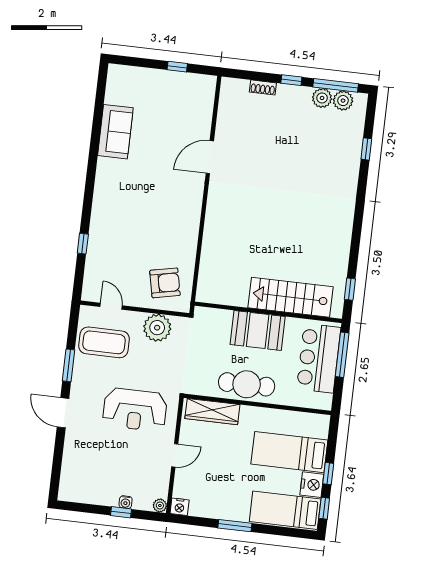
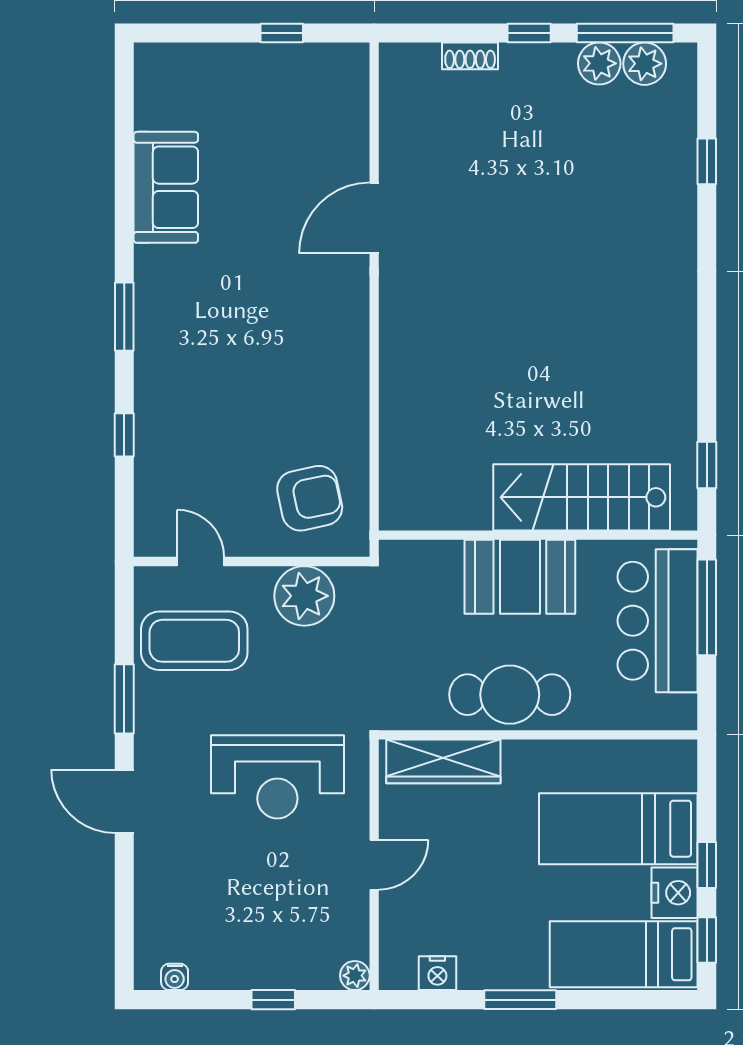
window: (89, 189) -> (124, 317), added
water cooler: (126, 502) -> (175, 977), moved
nightstand: (180, 507) -> (437, 973), moved

